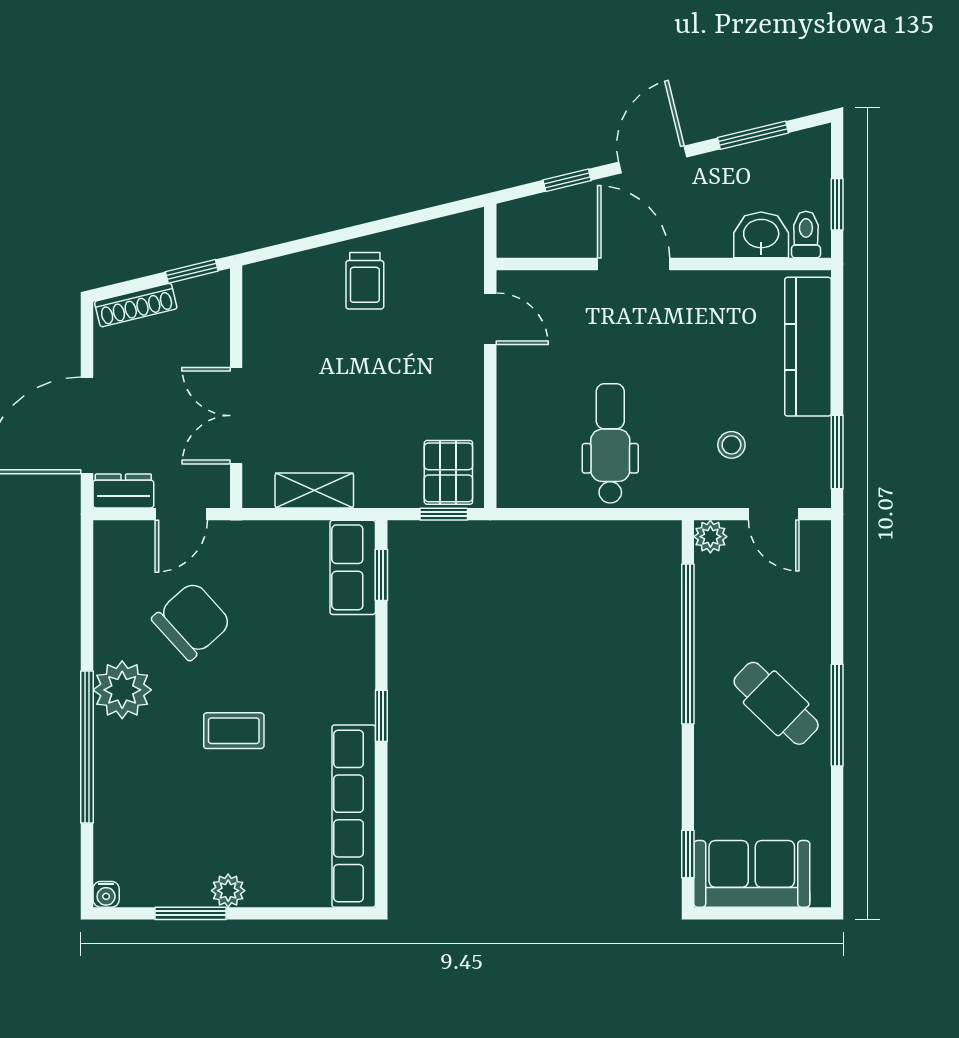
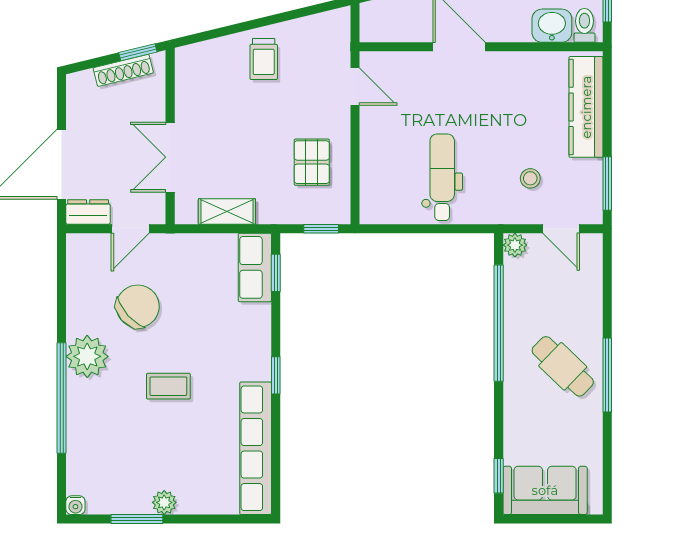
shoe rack: (136, 305) -> (123, 70), moved
pallet: (448, 472) -> (312, 162), moved

